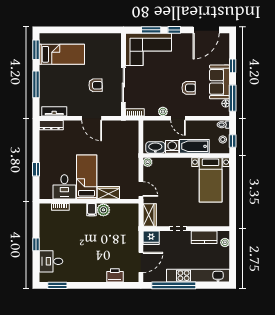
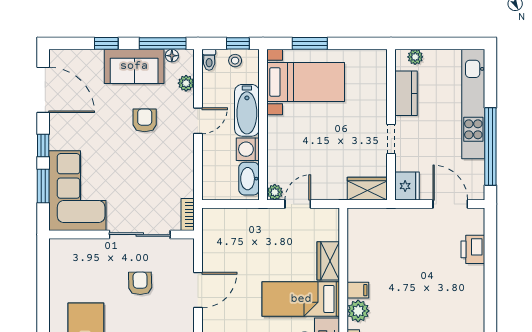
plant: (163, 112) -> (186, 83), moved
door: (178, 118) -> (198, 121), moved
window: (233, 182) -> (310, 43), added
door: (141, 189) -> (298, 204), moved
plant: (103, 210) -> (358, 311), moved

